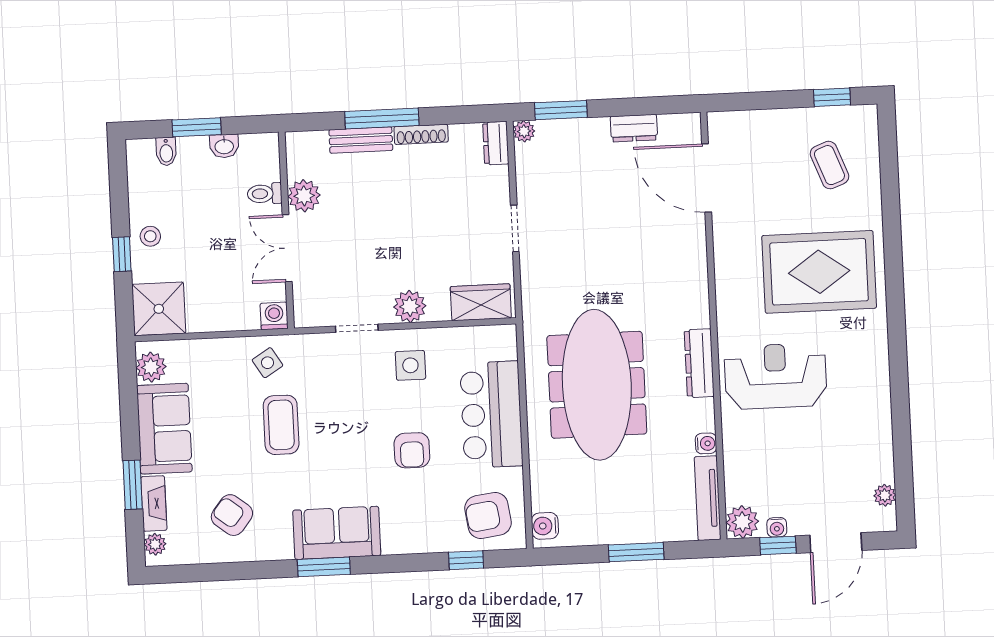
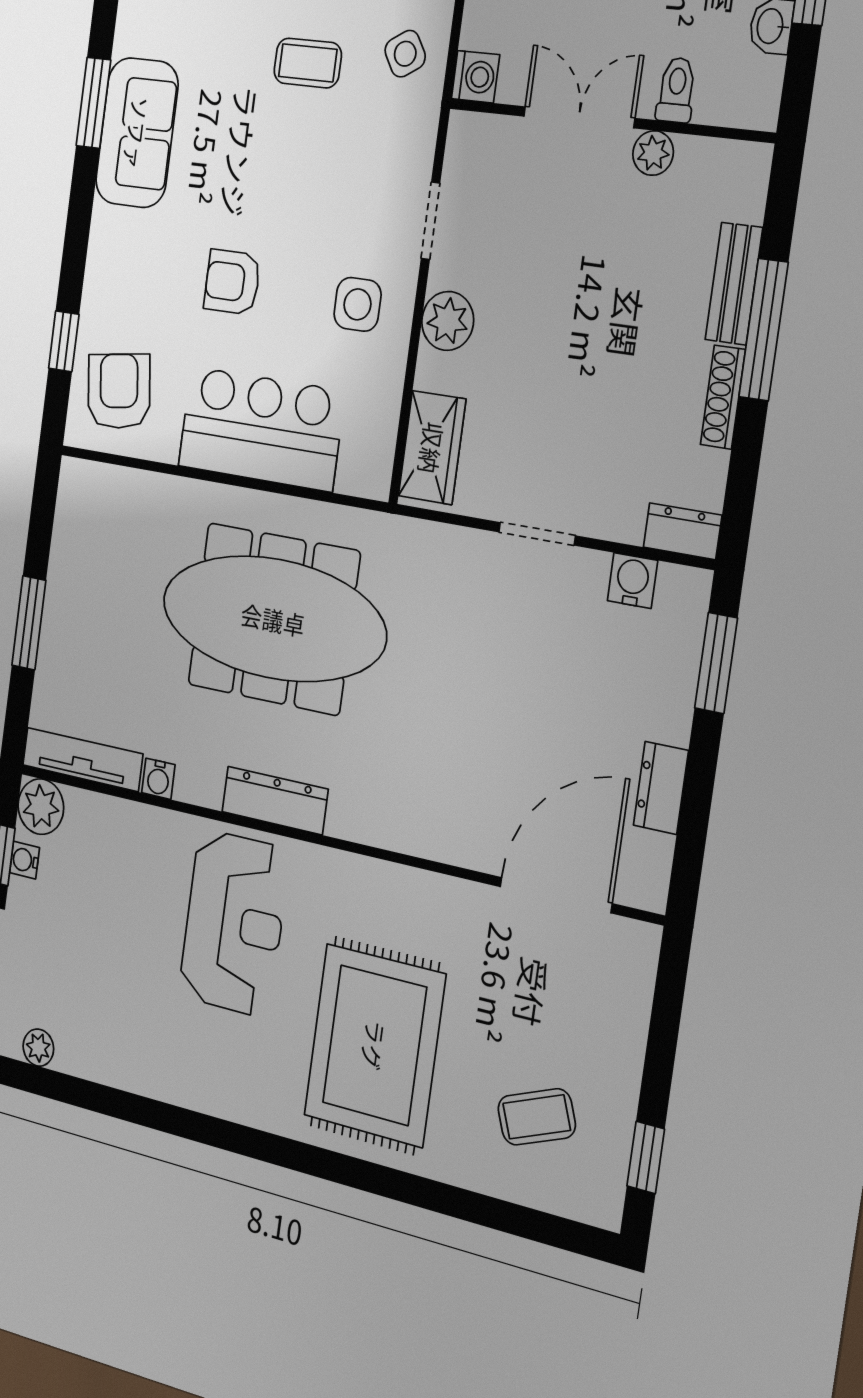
plant: (524, 131) -> (693, 587), removed
plant: (304, 196) -> (653, 153), width x0.73, depth x0.73
coffee table: (281, 425) -> (308, 63), width x0.73, depth x0.77
water cooler: (545, 526) -> (632, 581), moved

